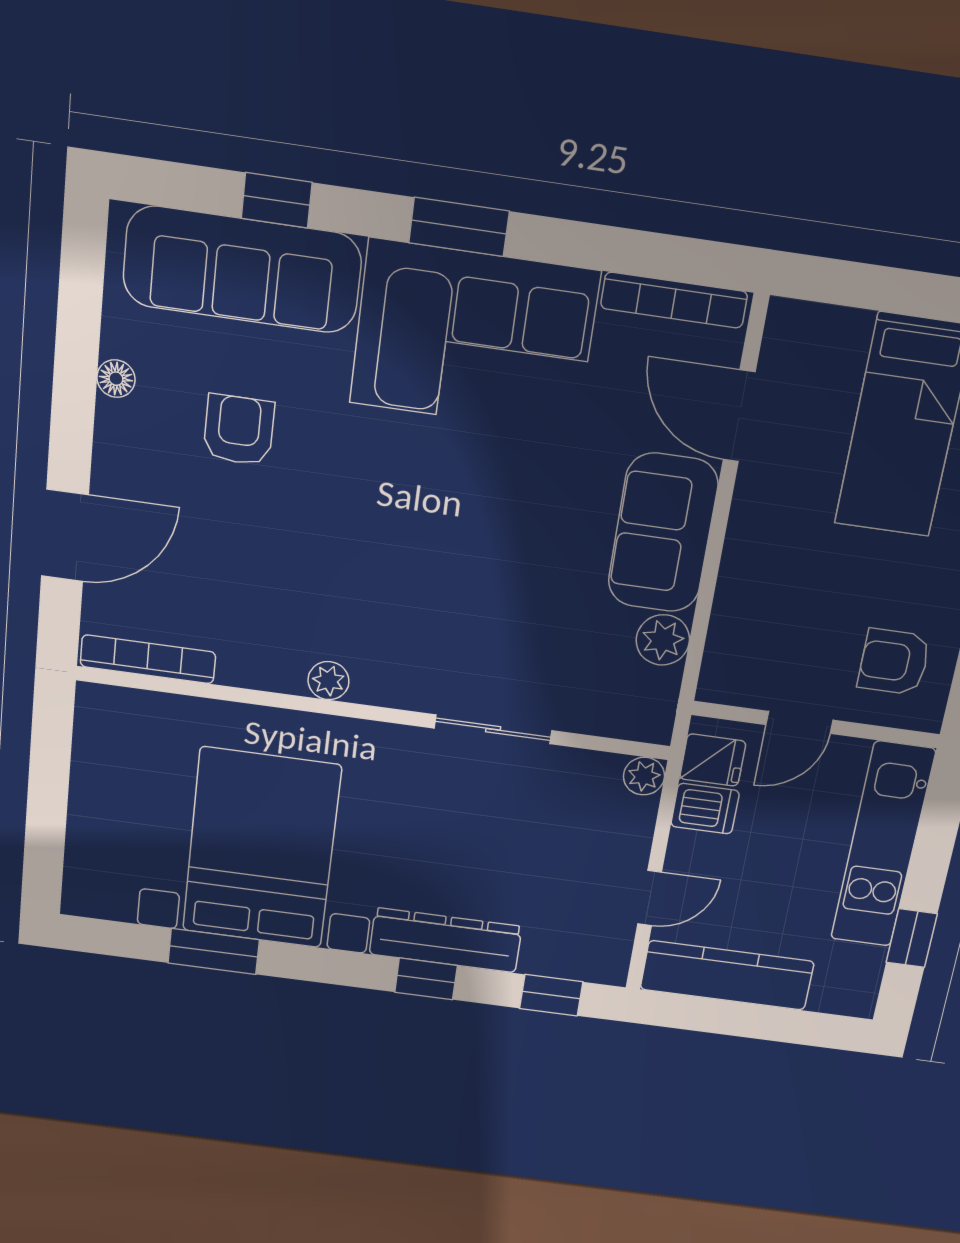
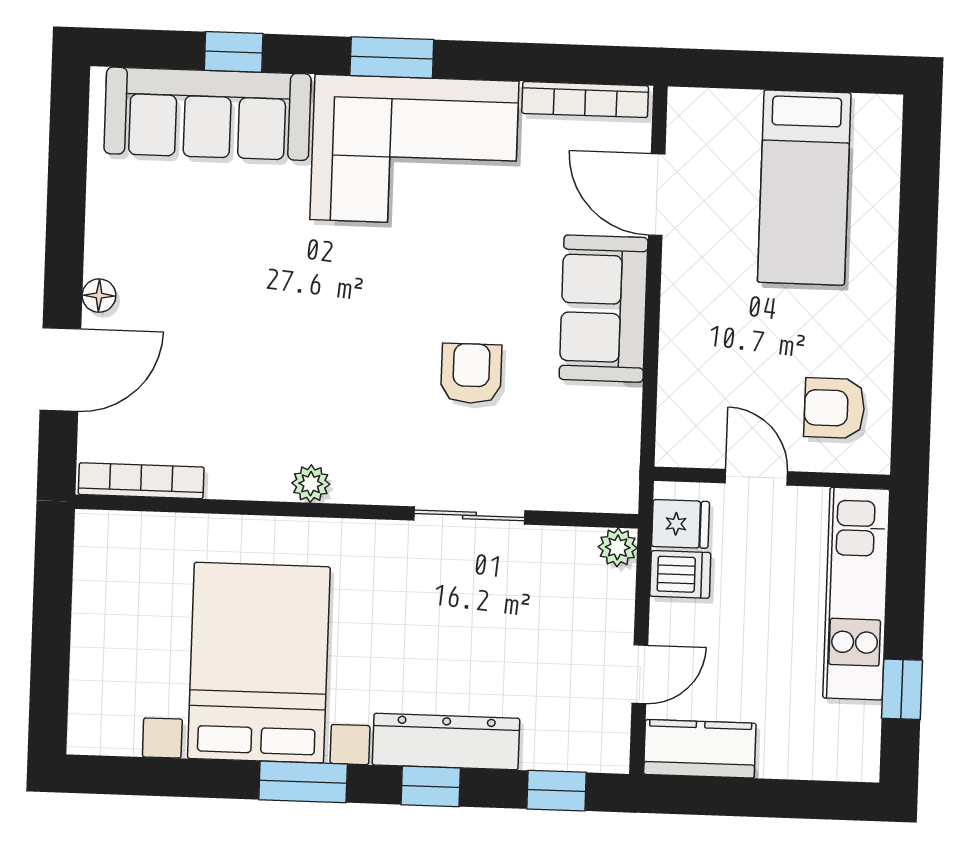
floor lamp: (116, 379) -> (99, 296), moved
armchair: (239, 430) -> (471, 373), moved
plant: (663, 640) -> (617, 410), removed
door: (799, 722) -> (756, 477), swing flipped
window: (214, 951) -> (303, 782), moved
kitchen counter: (727, 975) -> (700, 749), width x0.67

